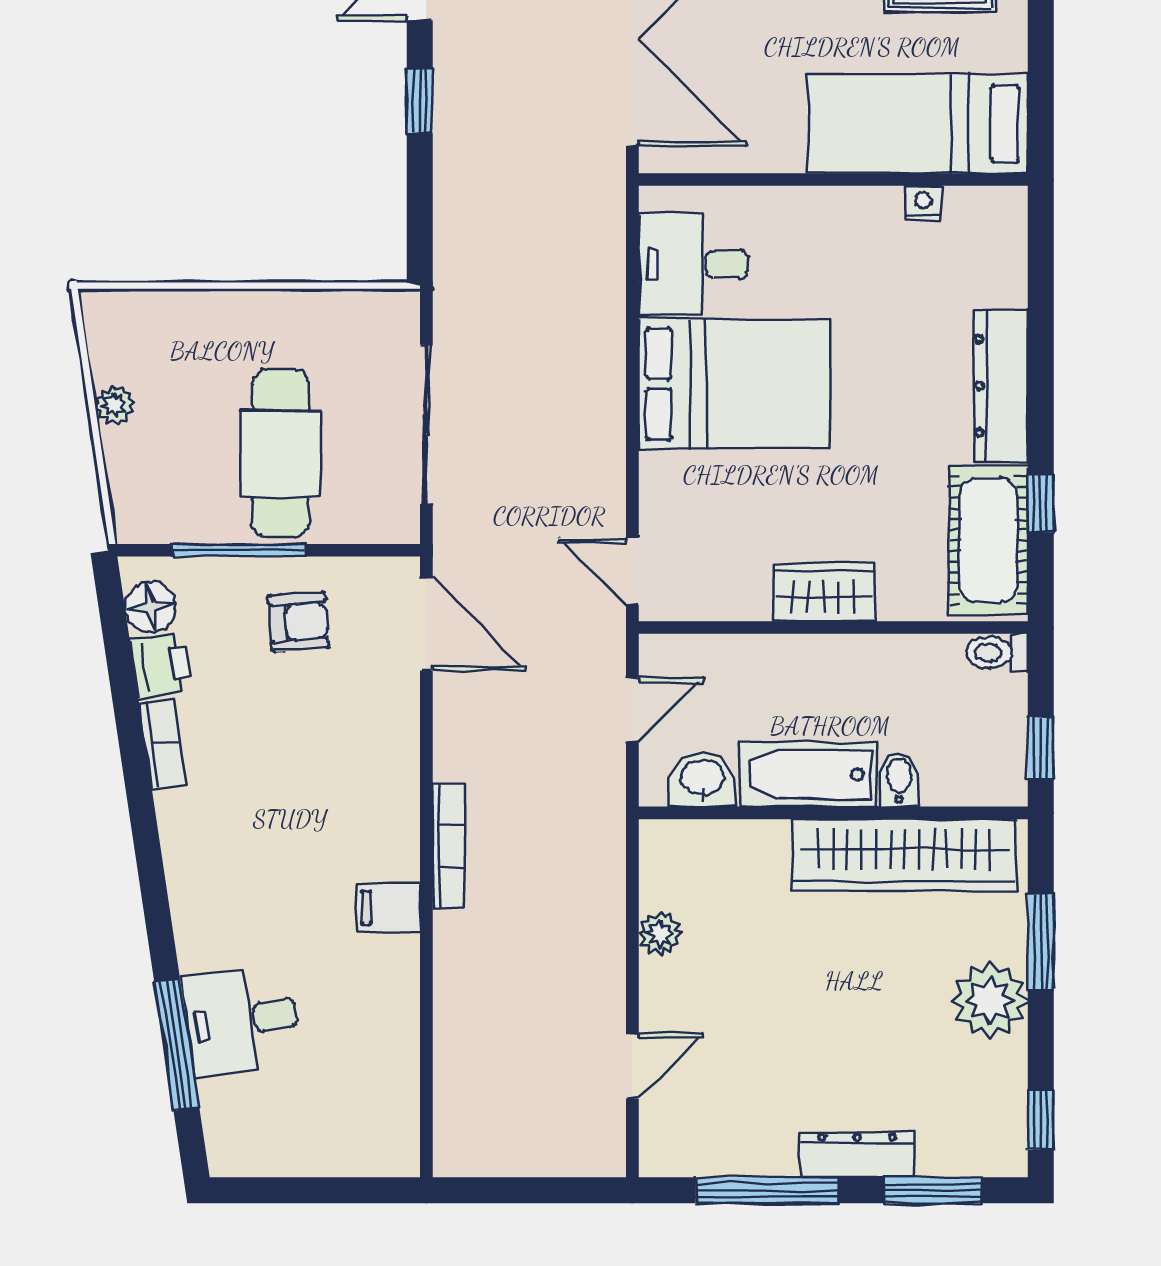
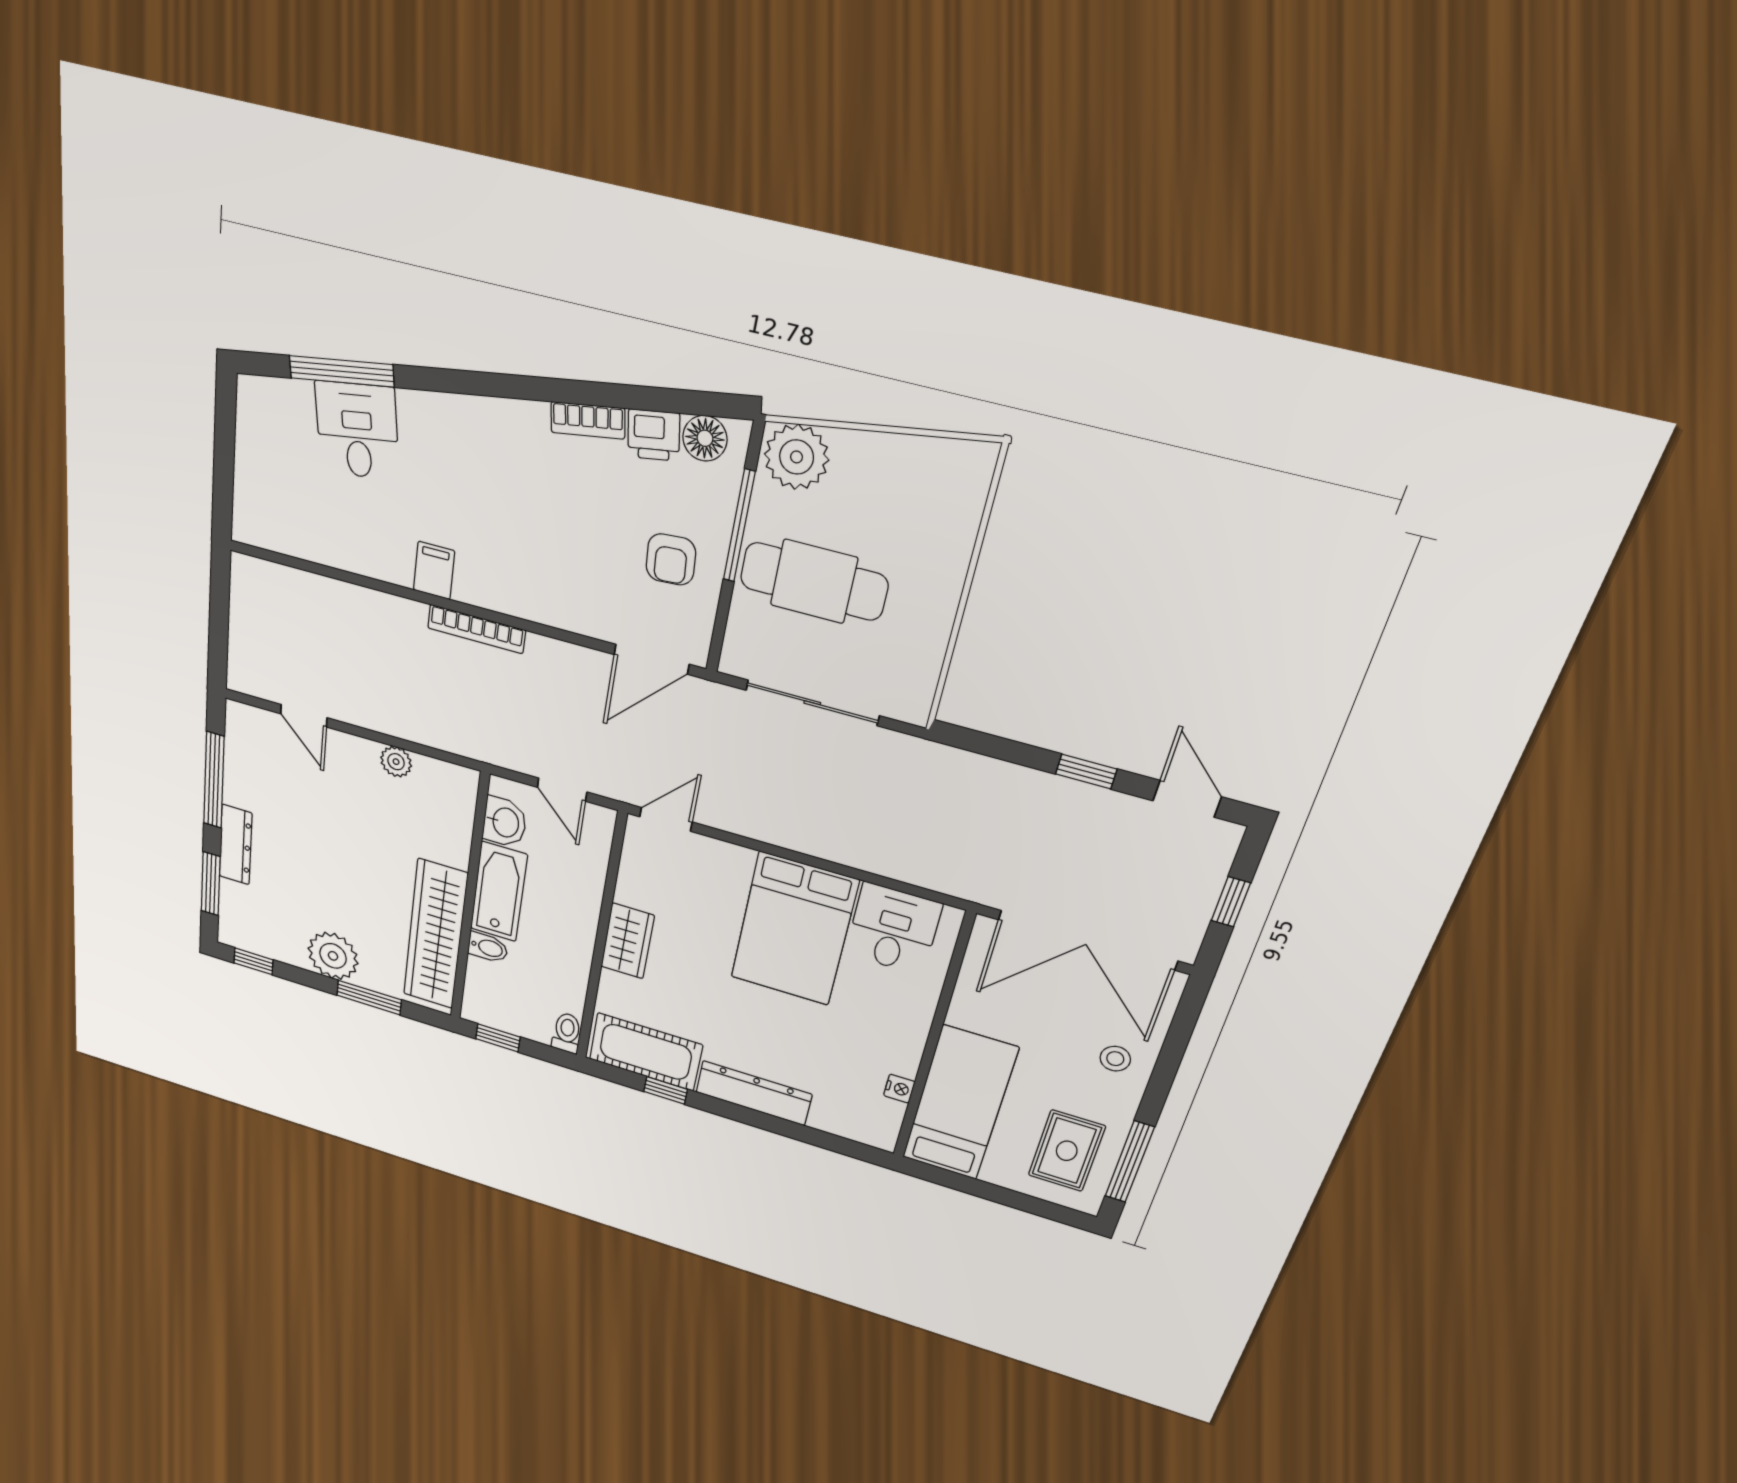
plant: (114, 405) -> (797, 457), moved, width x1.88, depth x1.88

